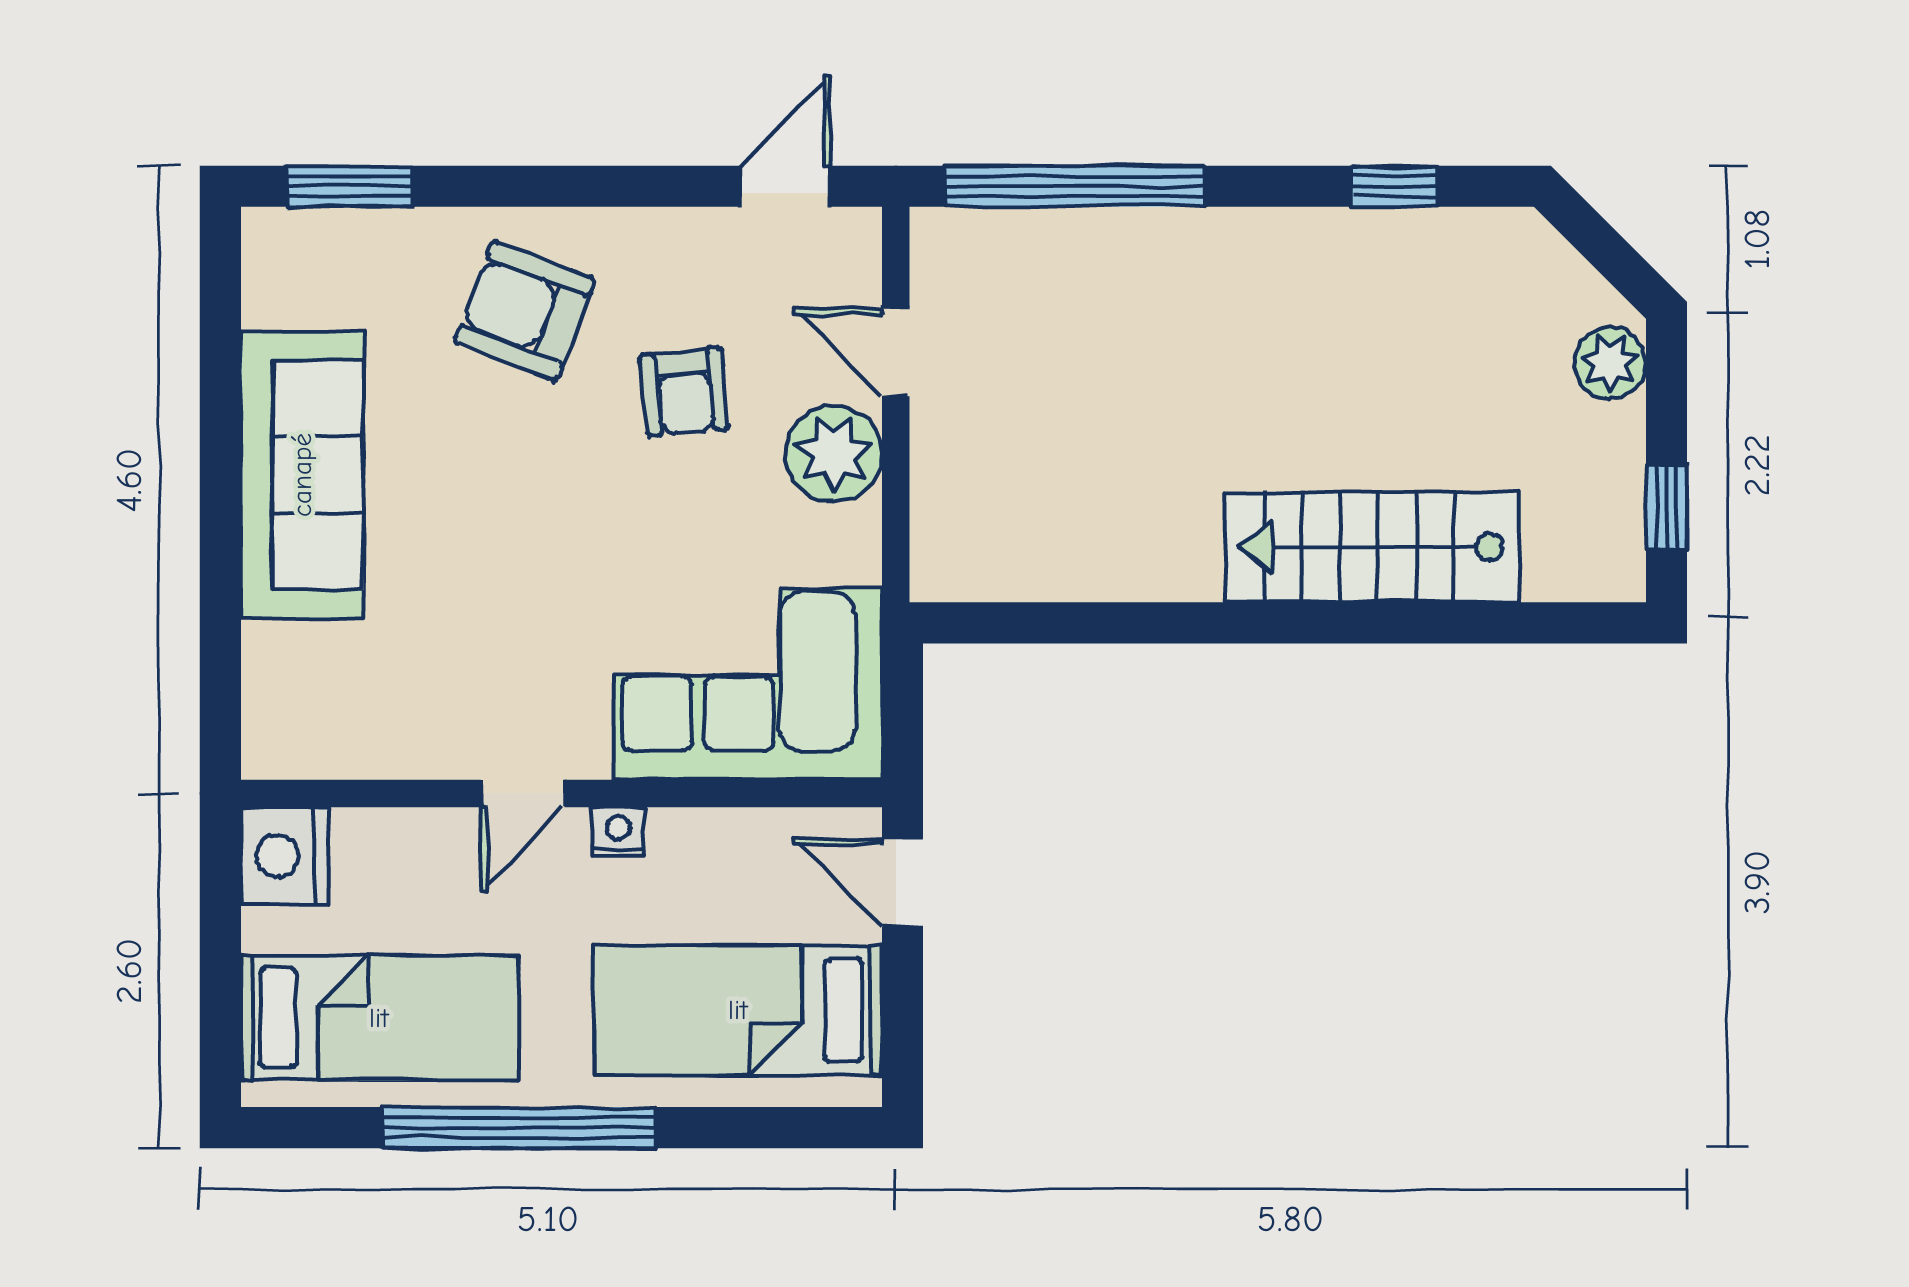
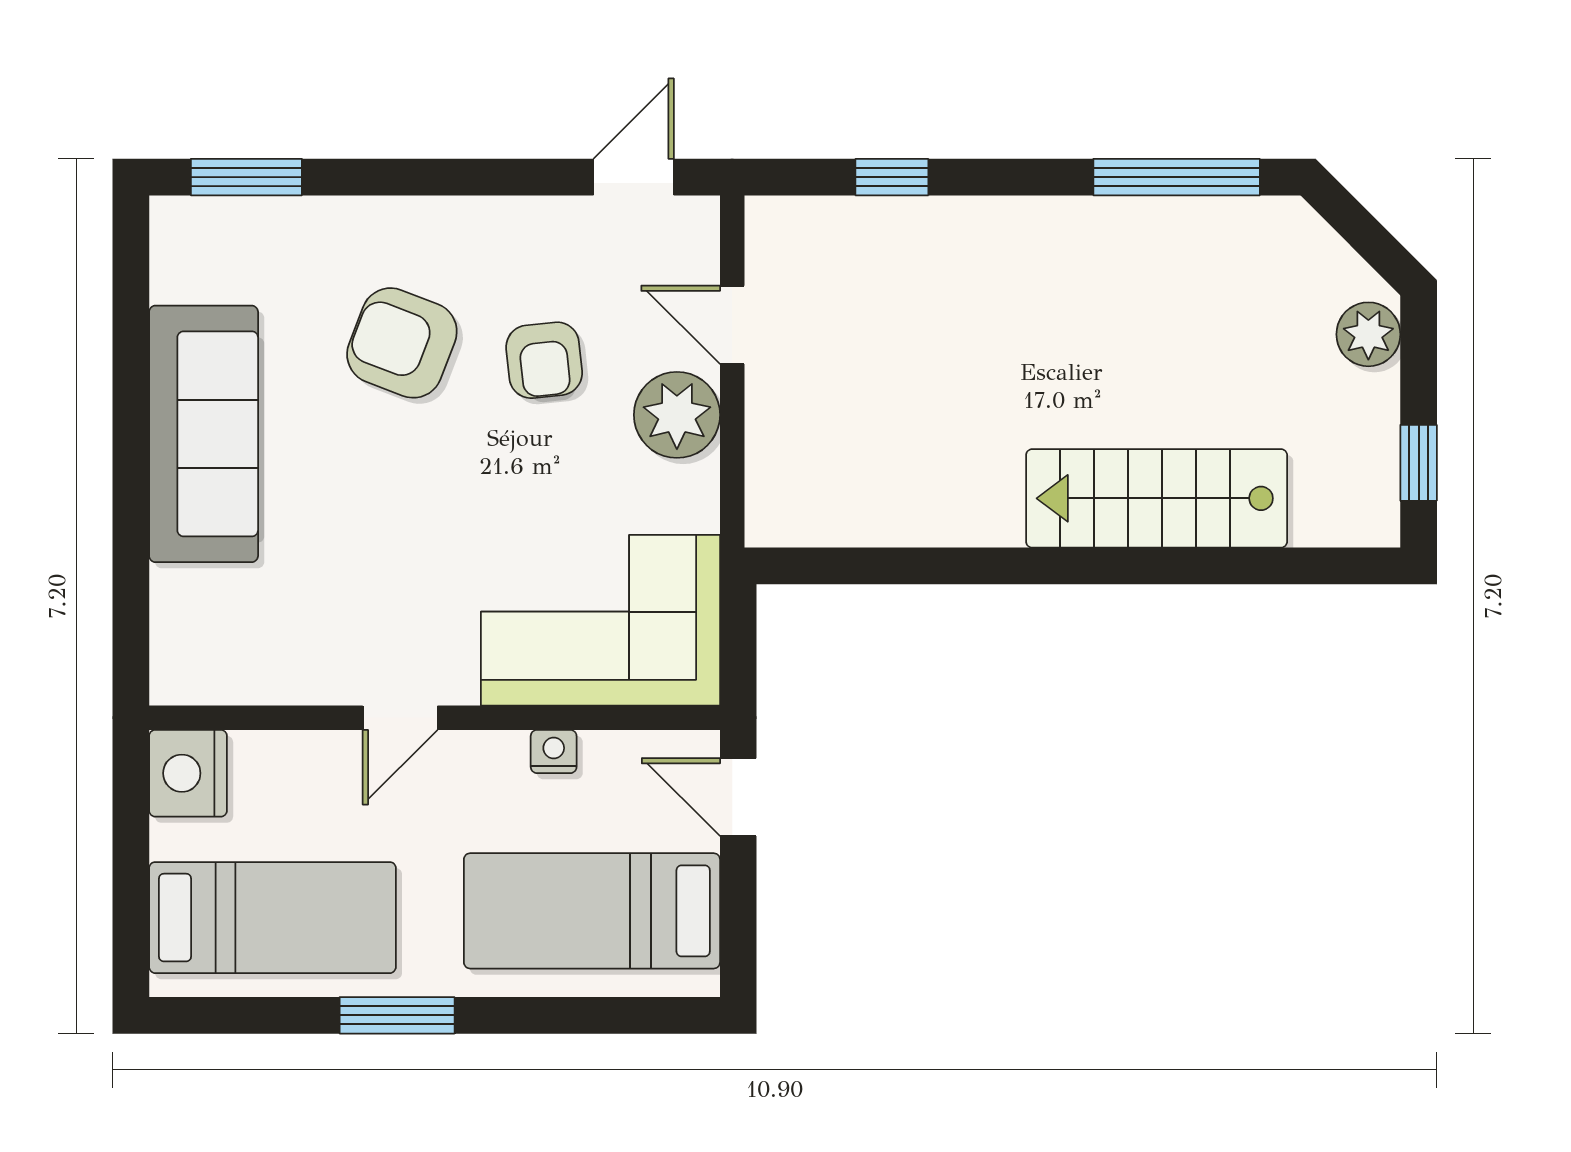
window: (1075, 186) -> (892, 177), width x0.32
window: (1395, 186) -> (1177, 177), width x2.17
armchair: (525, 311) -> (402, 343), moved
nightstand: (618, 831) -> (554, 751), moved
window: (519, 1128) -> (397, 1015), width x0.47

